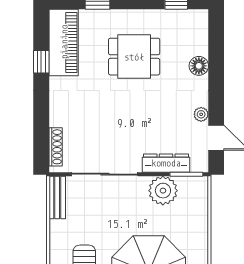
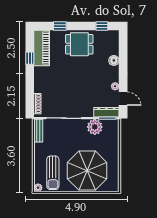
dining table: (134, 57) -> (79, 44), moved
dresser: (166, 163) -> (106, 112), moved

